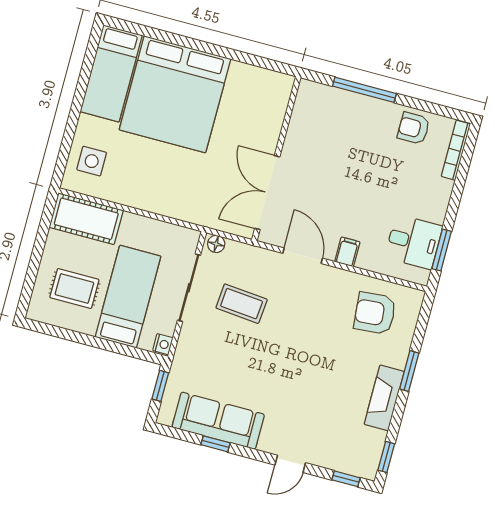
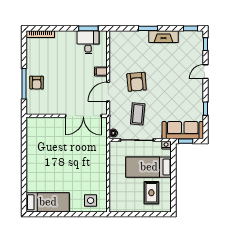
bed: (175, 94) -> (49, 170), removed
armchair: (414, 128) -> (37, 83), moved
cot: (86, 219) -> (118, 196), removed
armchair: (375, 313) -> (137, 82), moved
sofa: (218, 421) -> (183, 130), moved, turned 90
door: (290, 464) -> (206, 72), swing flipped

